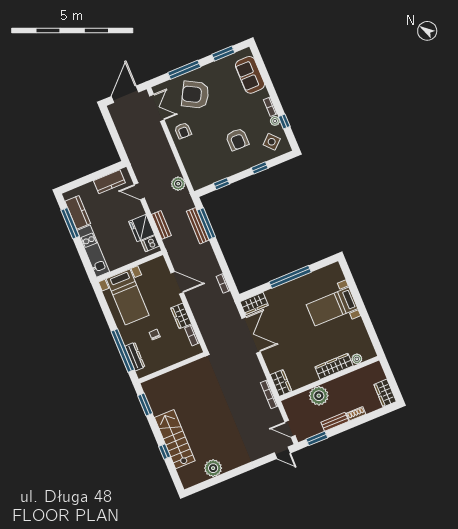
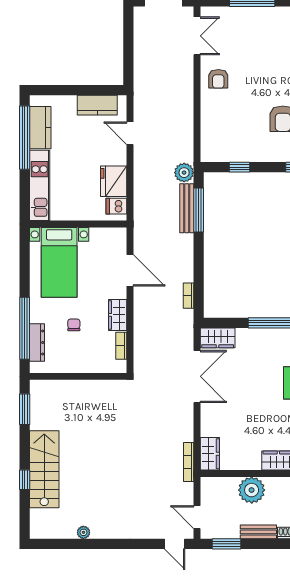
armchair: (195, 95) -> (253, 39), removed
plant: (178, 184) -> (184, 173), moved
window: (70, 223) -> (25, 138), width x1.46
bench: (161, 225) -> (141, 188), removed
plant: (213, 468) -> (83, 532), width x0.53, depth x0.53

